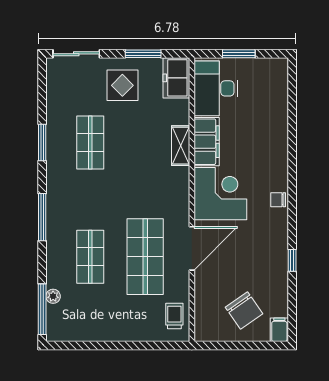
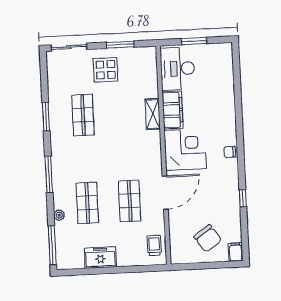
freezer: (176, 78) -> (100, 258), moved, turned 90
shop shelf: (145, 257) -> (130, 201), width x0.70, depth x0.74
plant: (53, 296) -> (59, 215), moved

